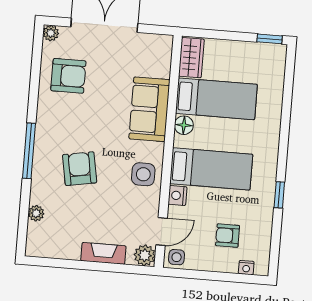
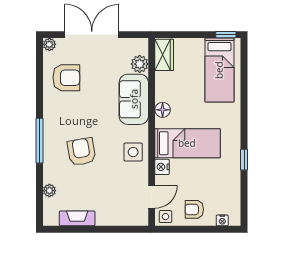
bed: (216, 99) -> (219, 70), moved, turned 90
armchair: (228, 236) -> (194, 209), moved
fireplace: (103, 253) -> (77, 218), moved
plant: (145, 255) -> (140, 64), moved

